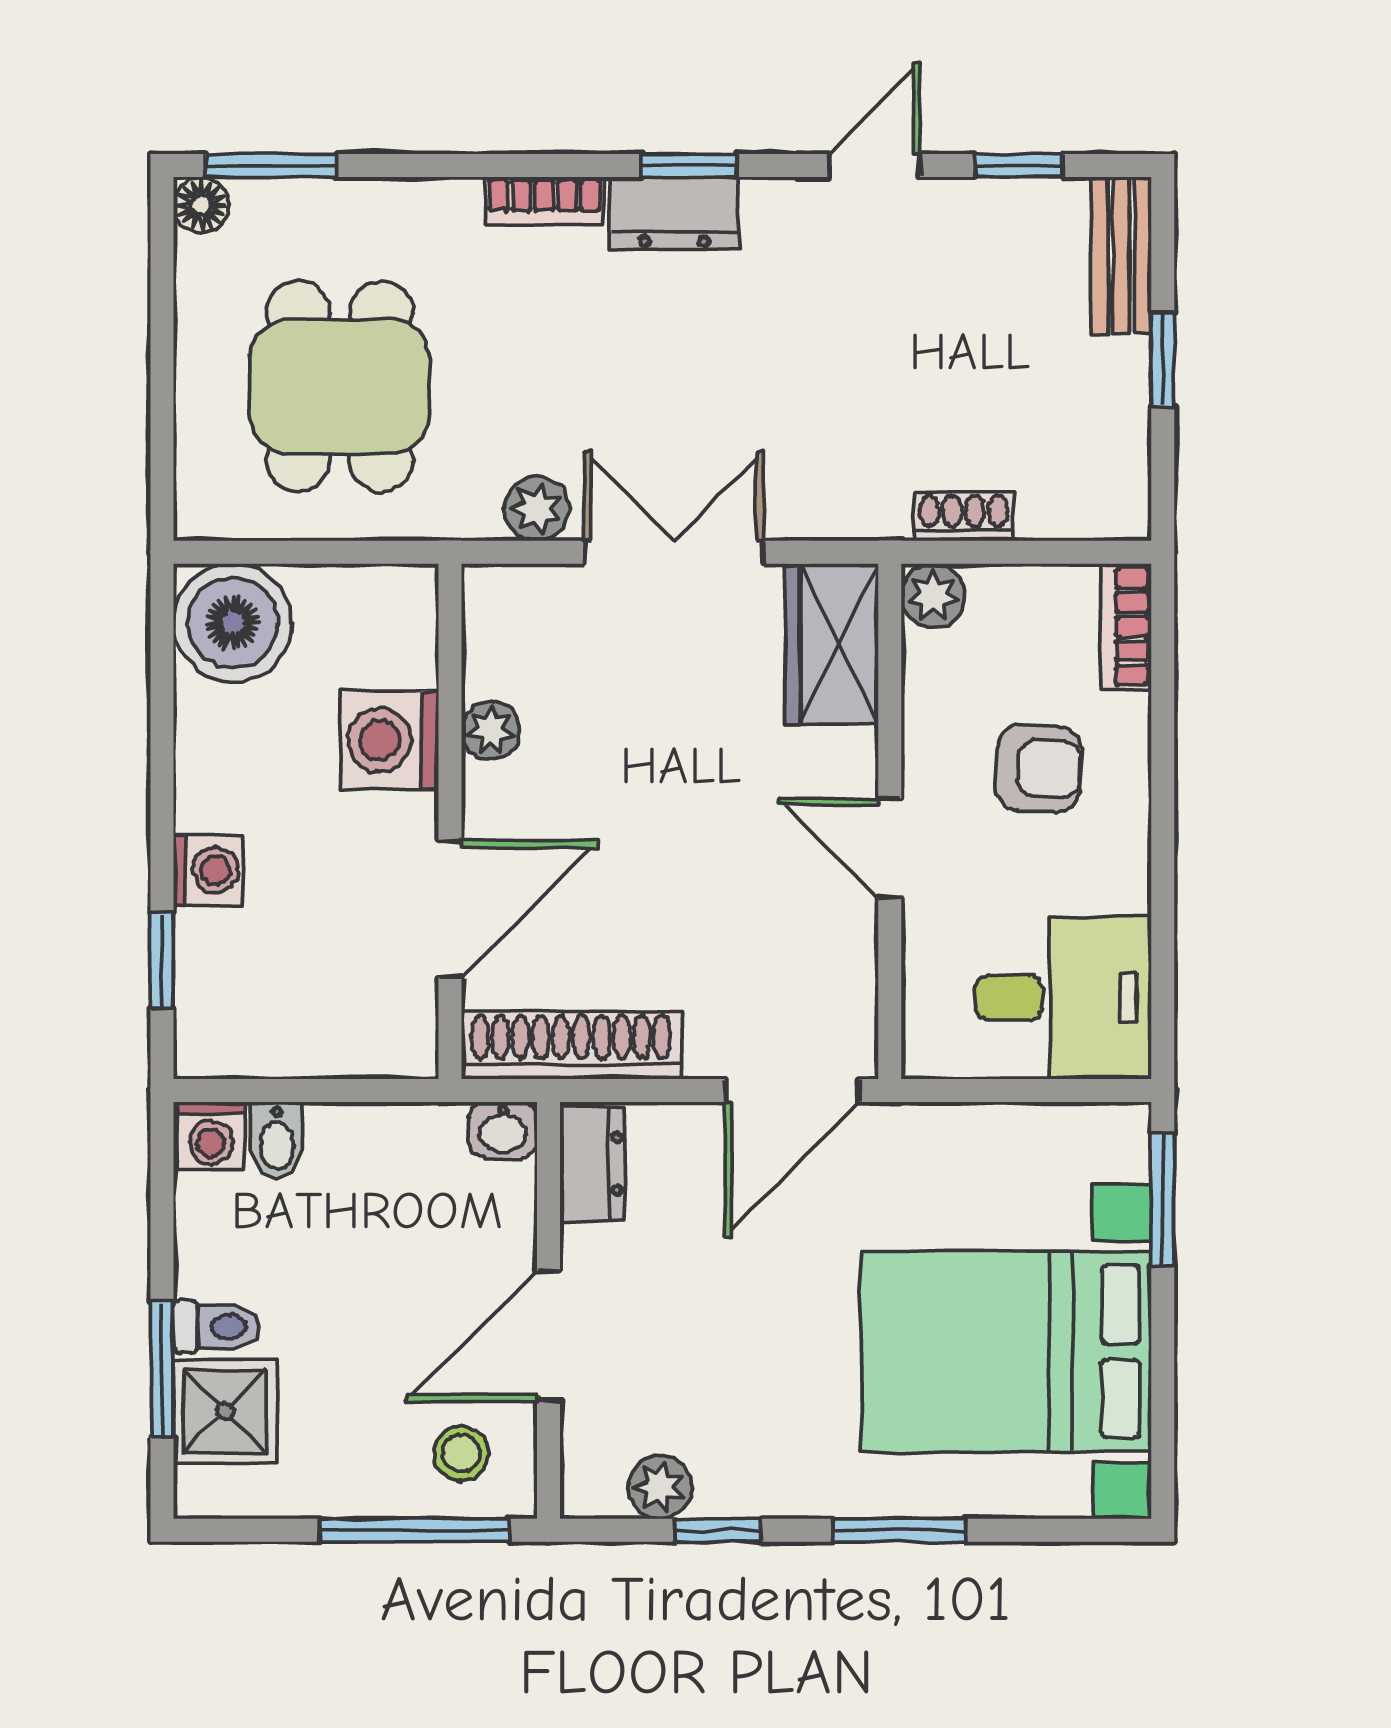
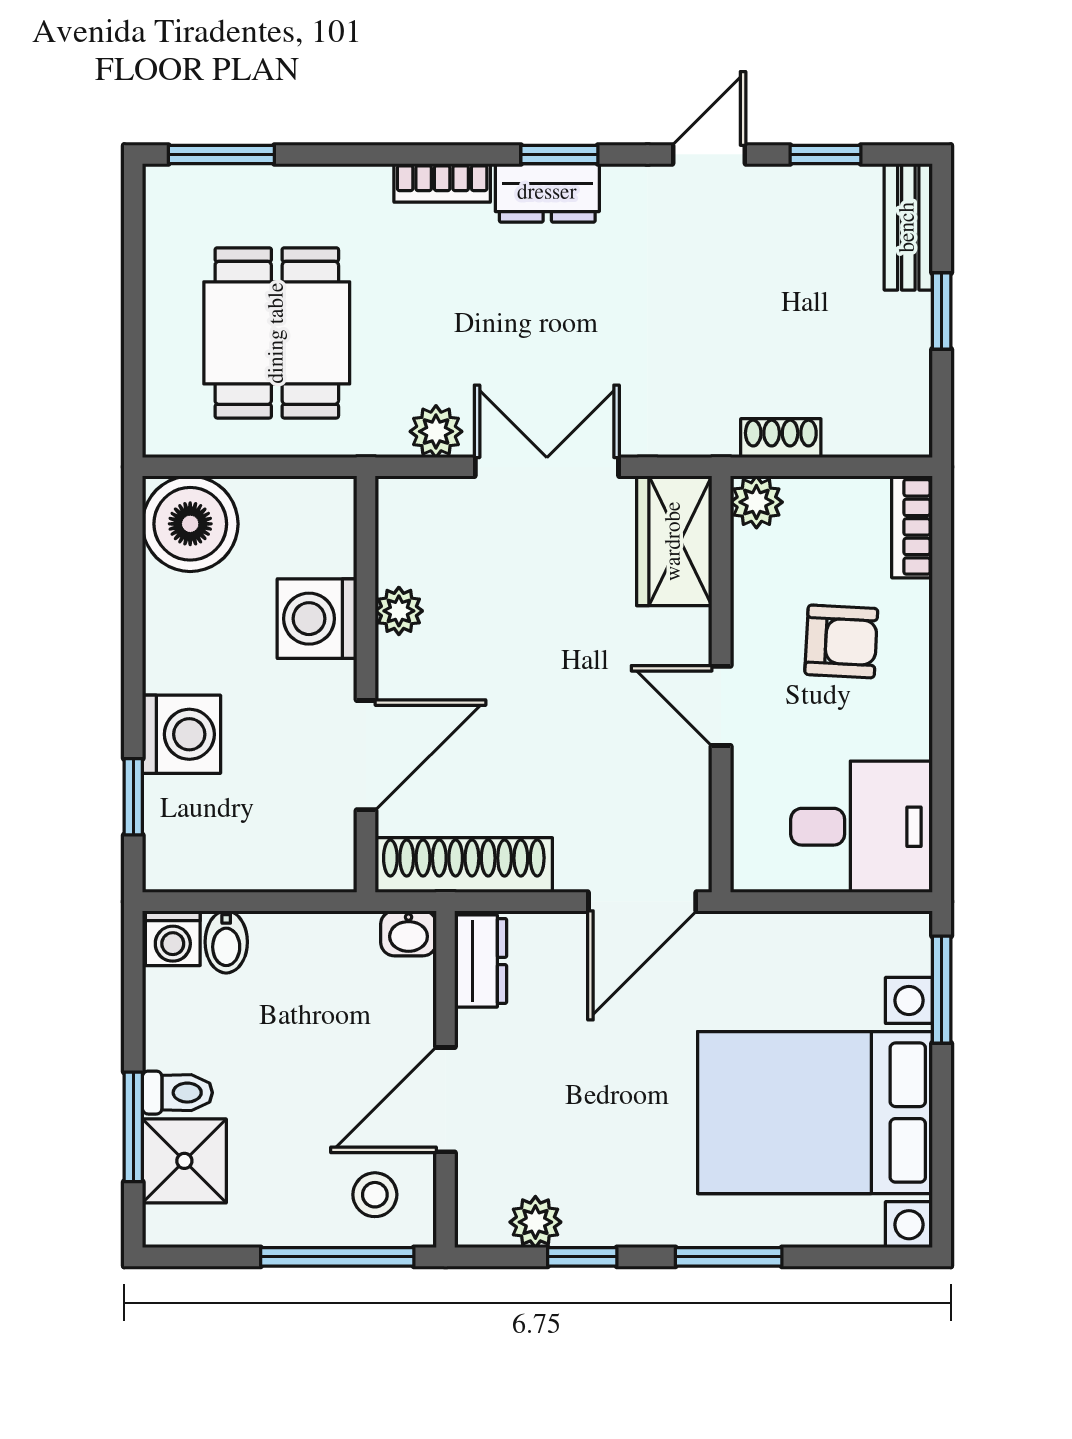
floor lamp: (201, 205) -> (165, 186), removed
washing machine: (208, 870) -> (181, 734), width x1.38, depth x1.38

